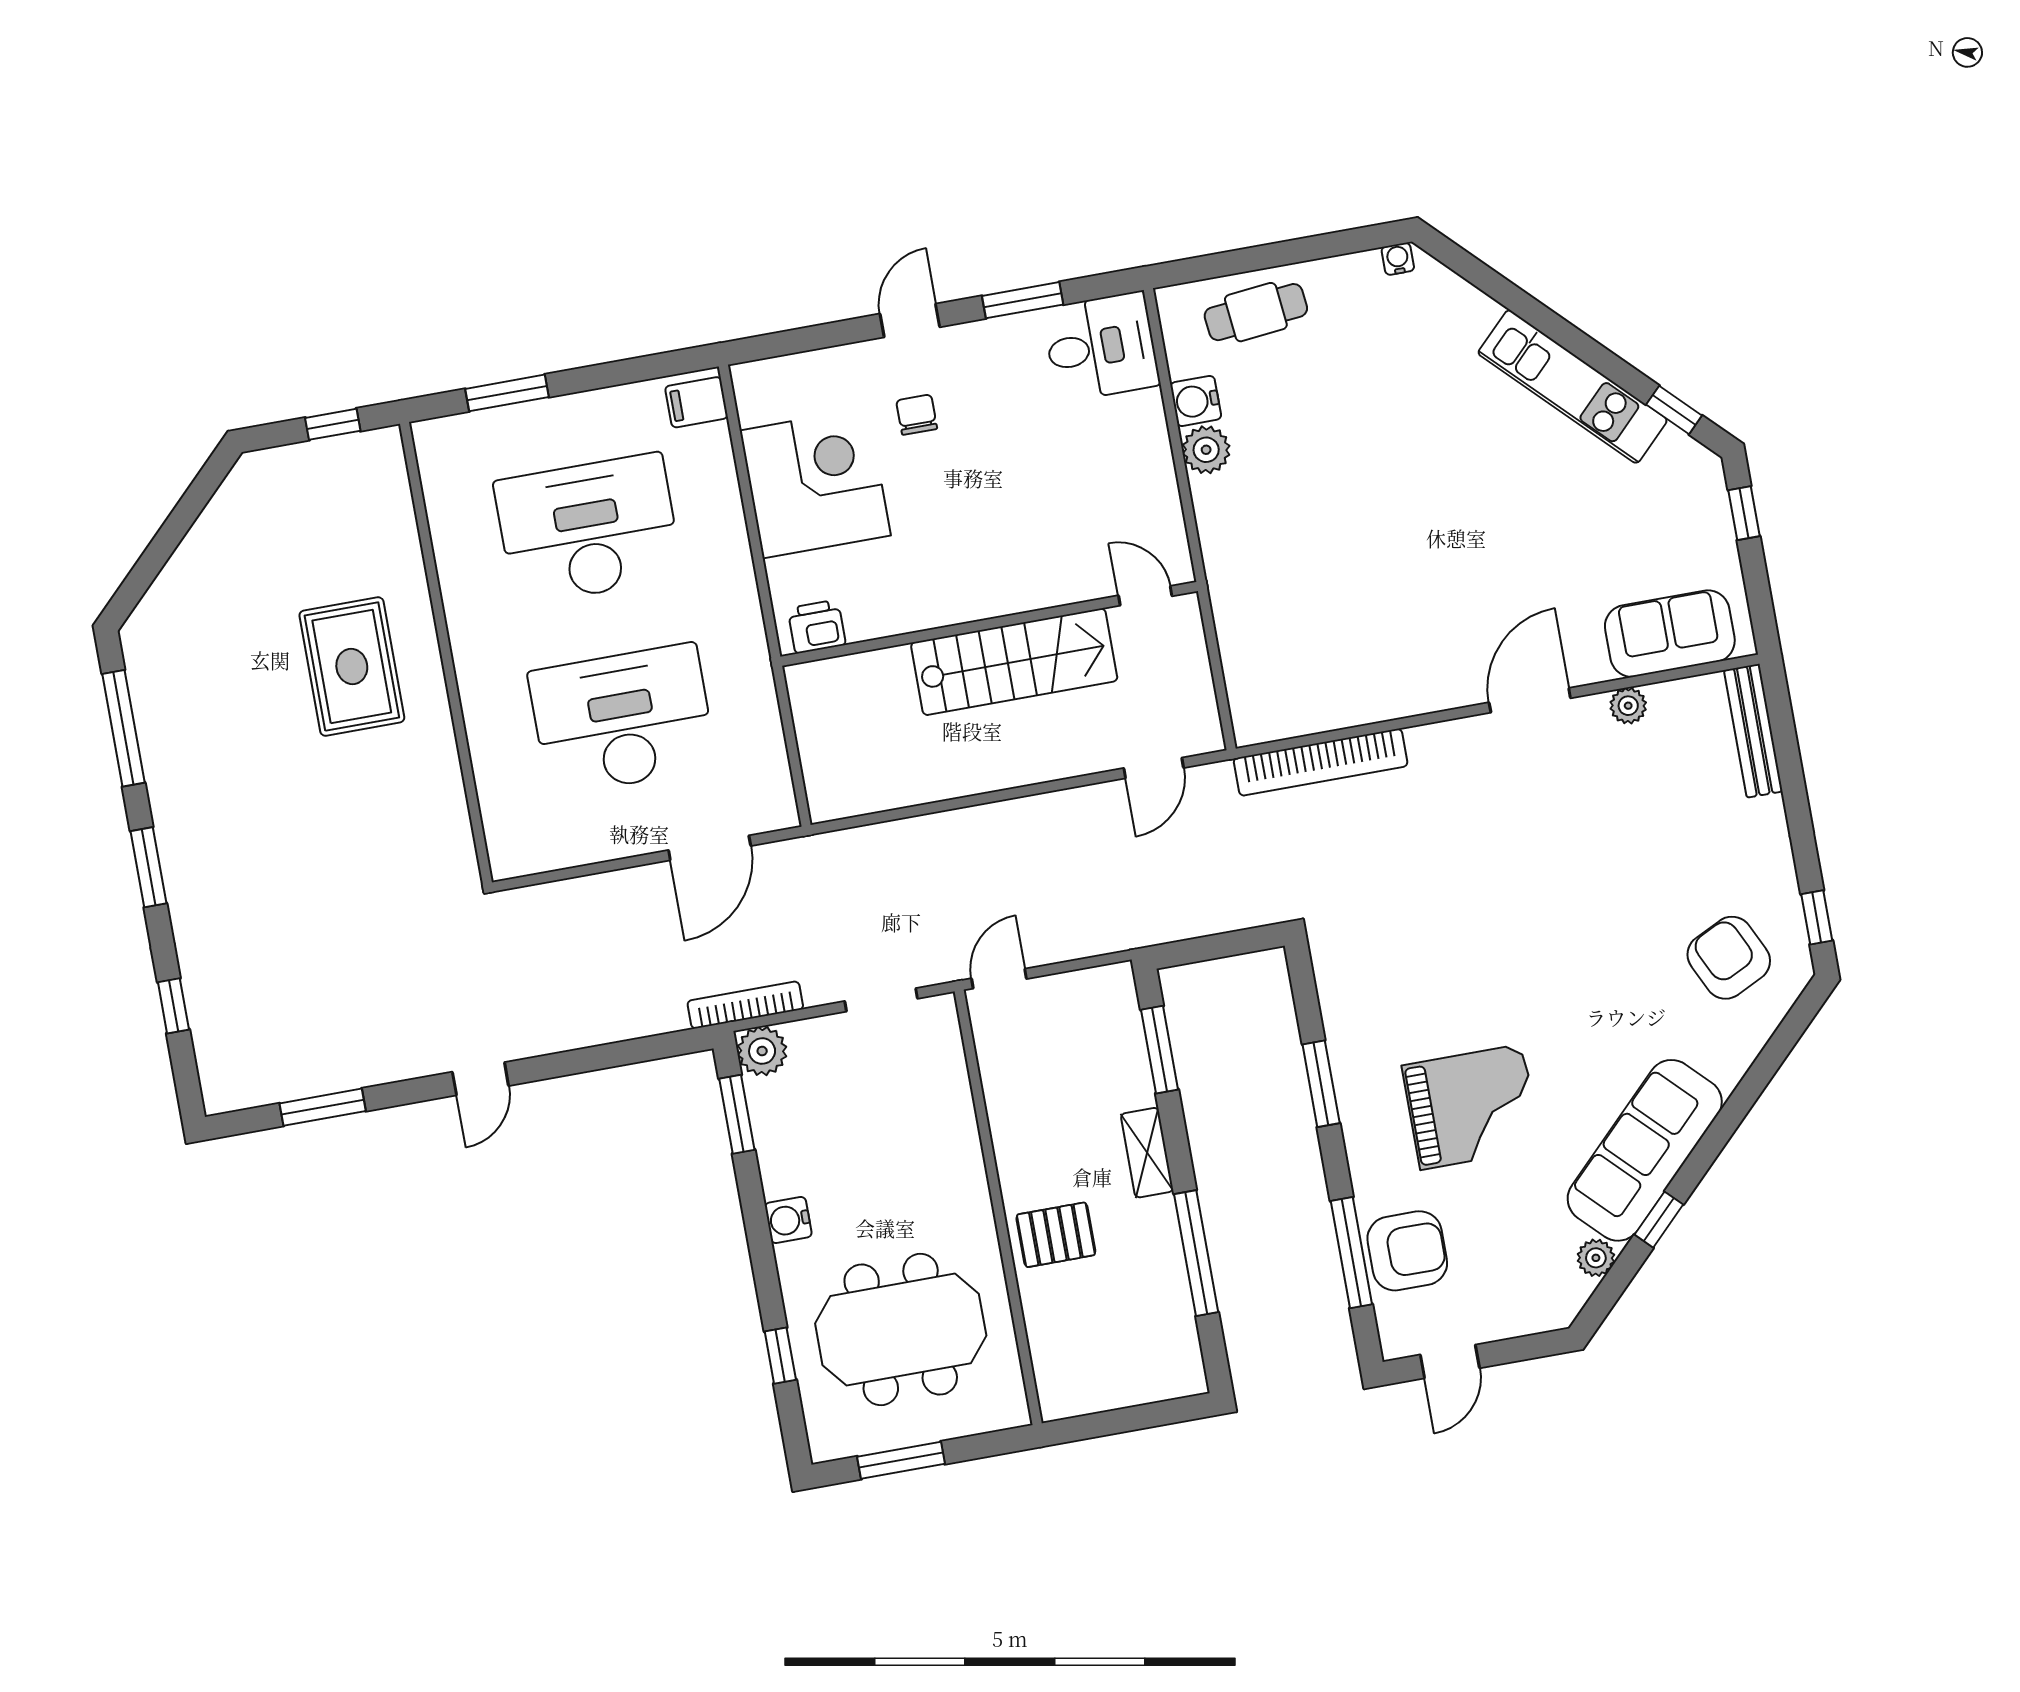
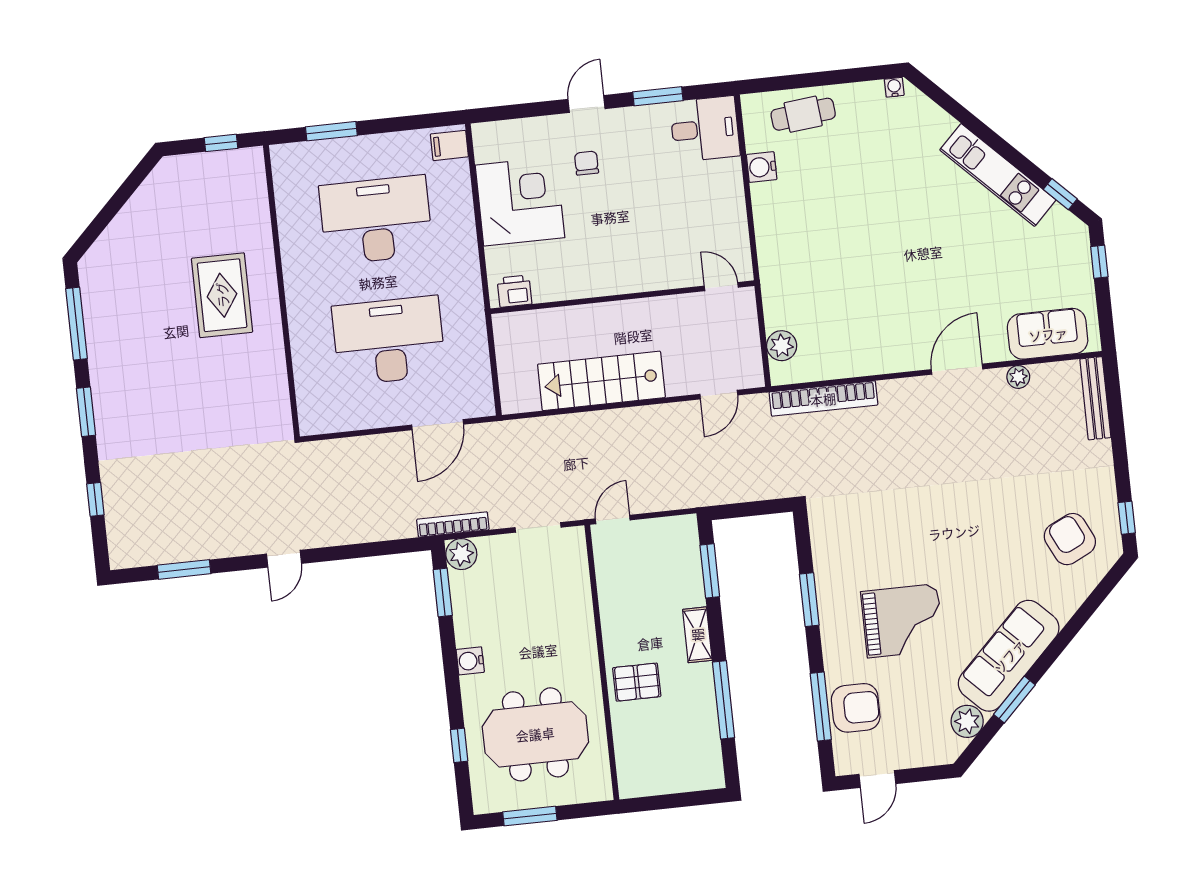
plant: (1206, 450) -> (782, 346), moved
stairs: (1014, 662) -> (601, 381), moved, turned 180
window: (1659, 1220) -> (1014, 700), width x1.50
plant: (1596, 1258) -> (967, 721), width x1.38, depth x1.38

